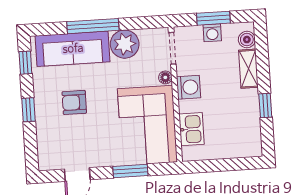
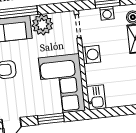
floor lamp: (165, 77) -> (74, 48), removed
kitchen sink: (192, 129) -> (96, 97), moved

